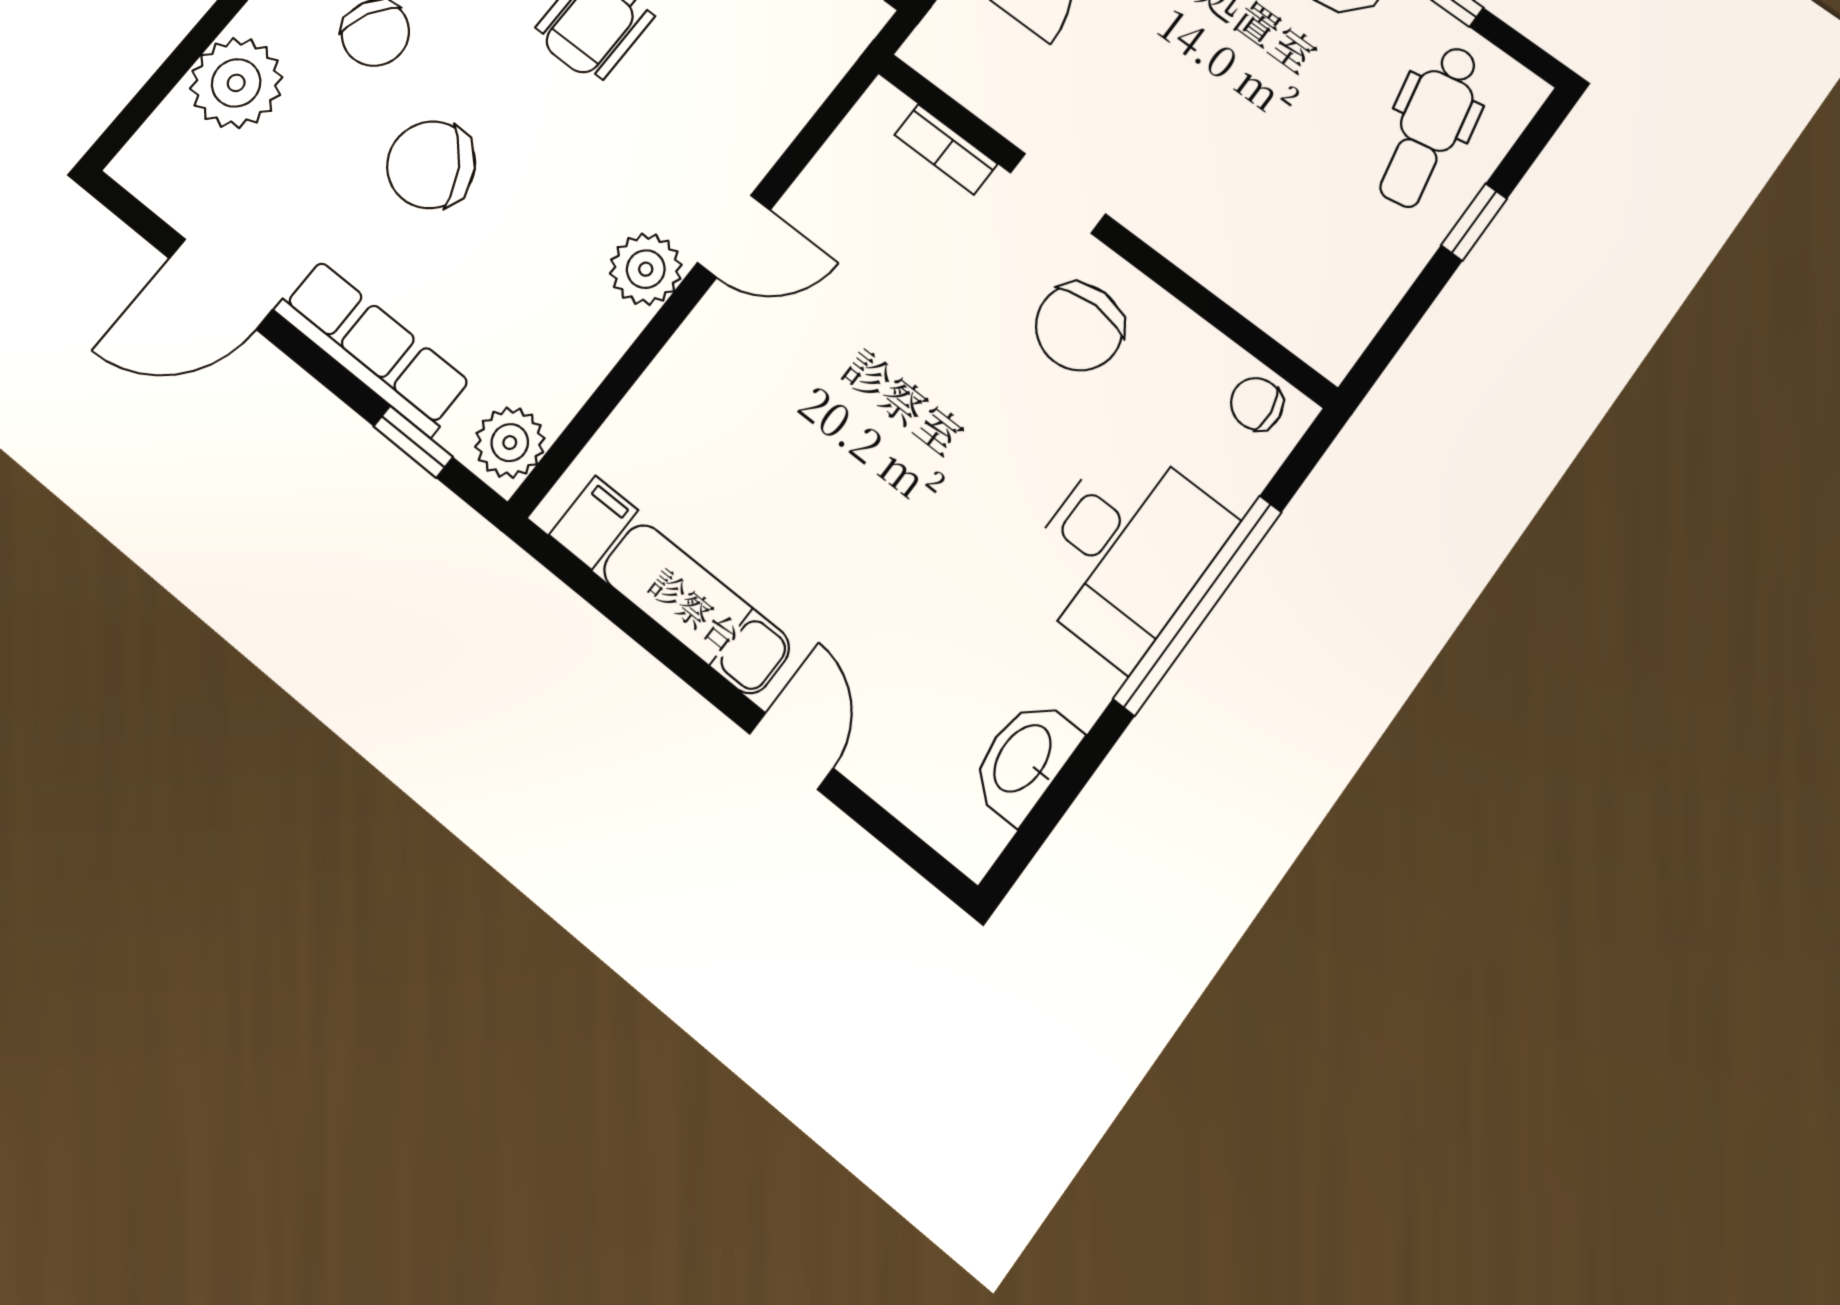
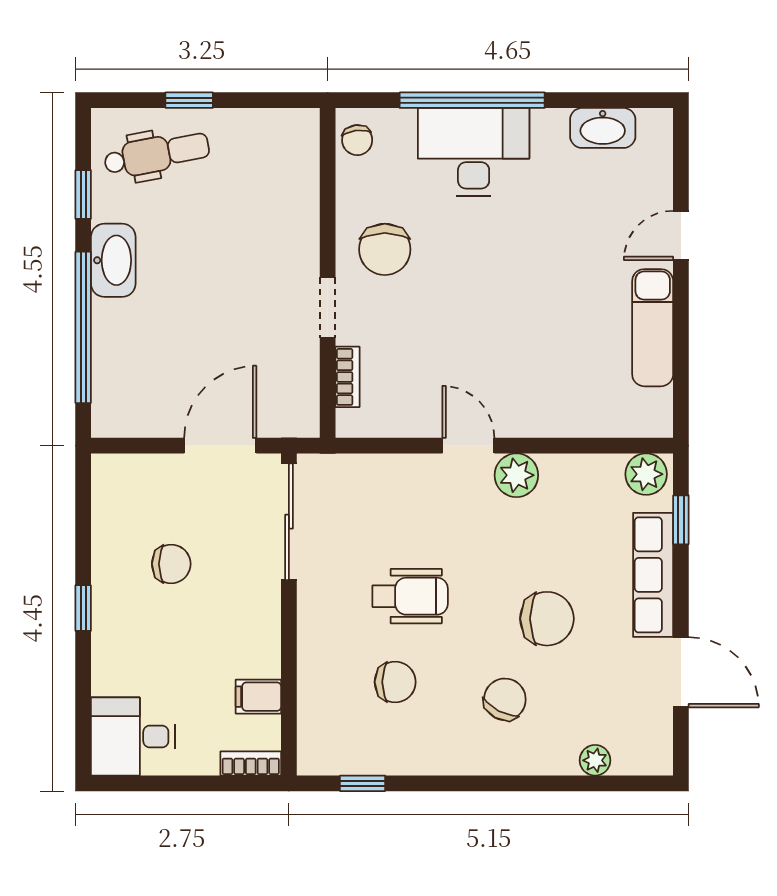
plant: (236, 83) -> (595, 760), width x0.53, depth x0.53
chair: (431, 165) -> (547, 619), turned -57
chair: (1079, 327) -> (385, 249), turned 90
filing cabinet: (594, 523) -> (651, 406), removed

